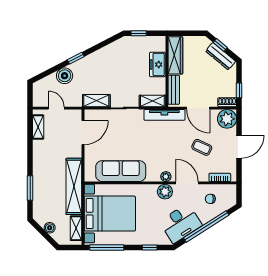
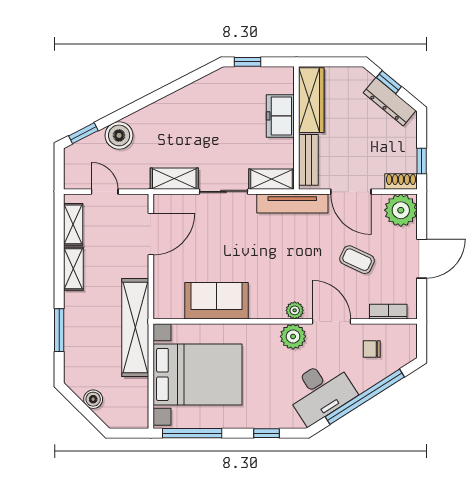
window: (76, 58) -> (83, 133), moved
sofa: (121, 171) -> (216, 301), width x0.73
shelving: (76, 228) -> (73, 269), moved

